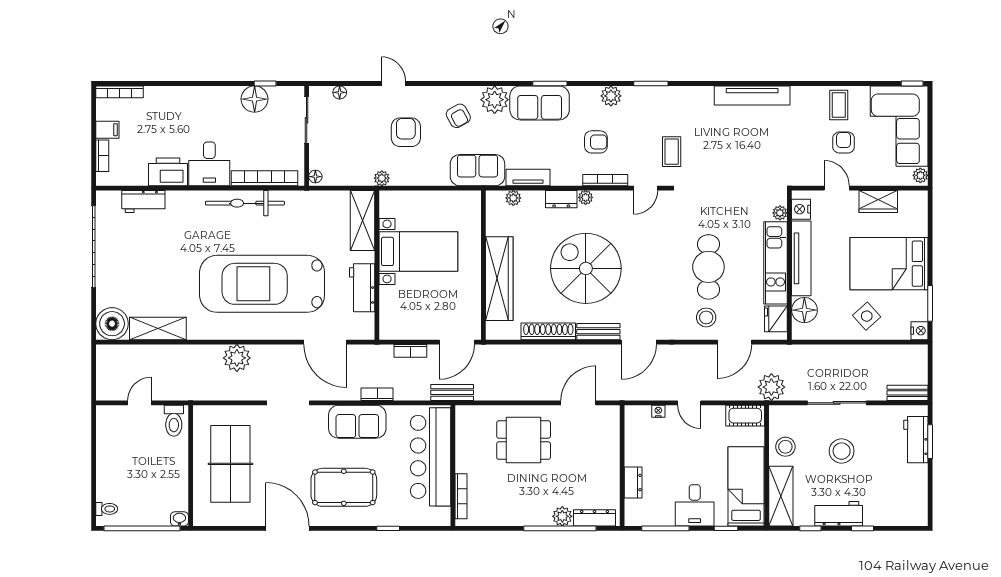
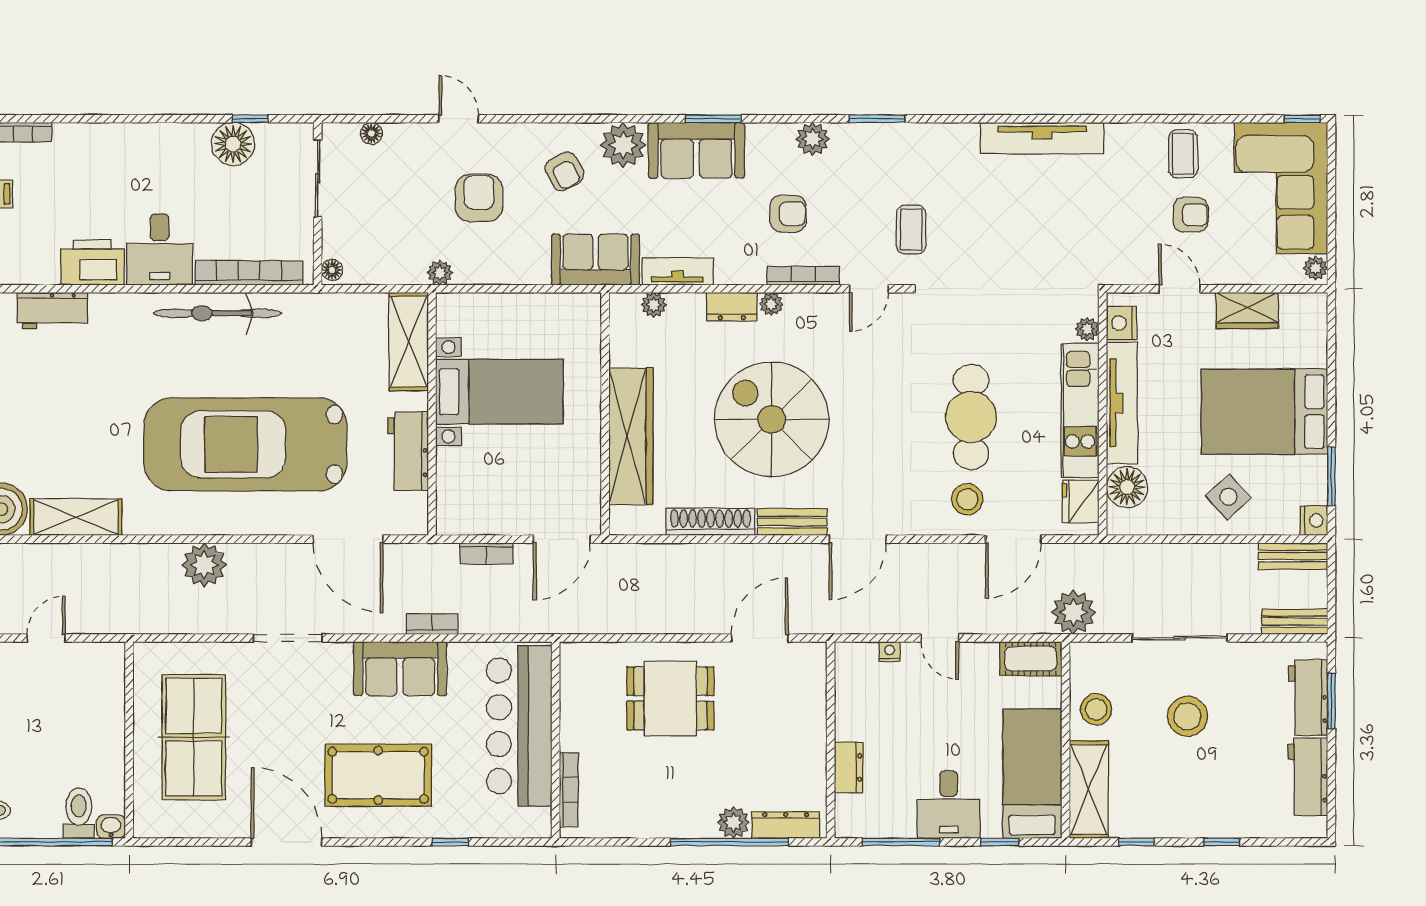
armchair: (844, 143) -> (1191, 215), turned 90
bench: (452, 392) -> (1293, 556), moved
toilet: (174, 421) -> (79, 813), moved, turned 180
workbench: (839, 514) -> (1308, 777), moved, turned -90

